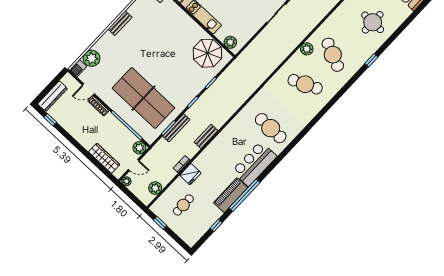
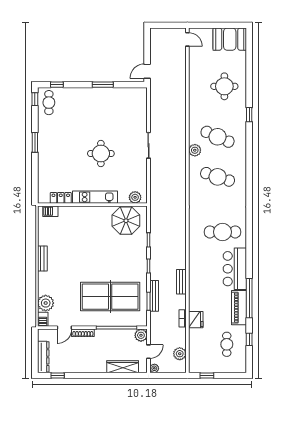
cafe table: (305, 84) -> (218, 177), turned 42
cafe table: (183, 205) -> (227, 344), moved

